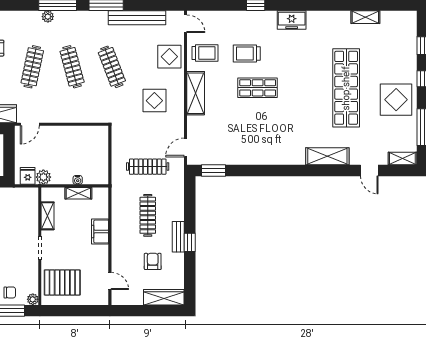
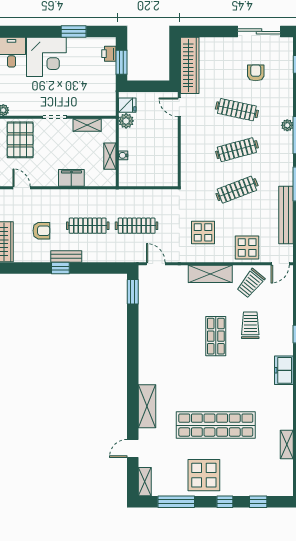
trolley: (205, 53) -> (251, 283), turned 39
clothes rail: (148, 167) -> (137, 226), turned 90
door: (110, 281) -> (22, 188), swing flipped
chair: (10, 292) -> (10, 87), removed

